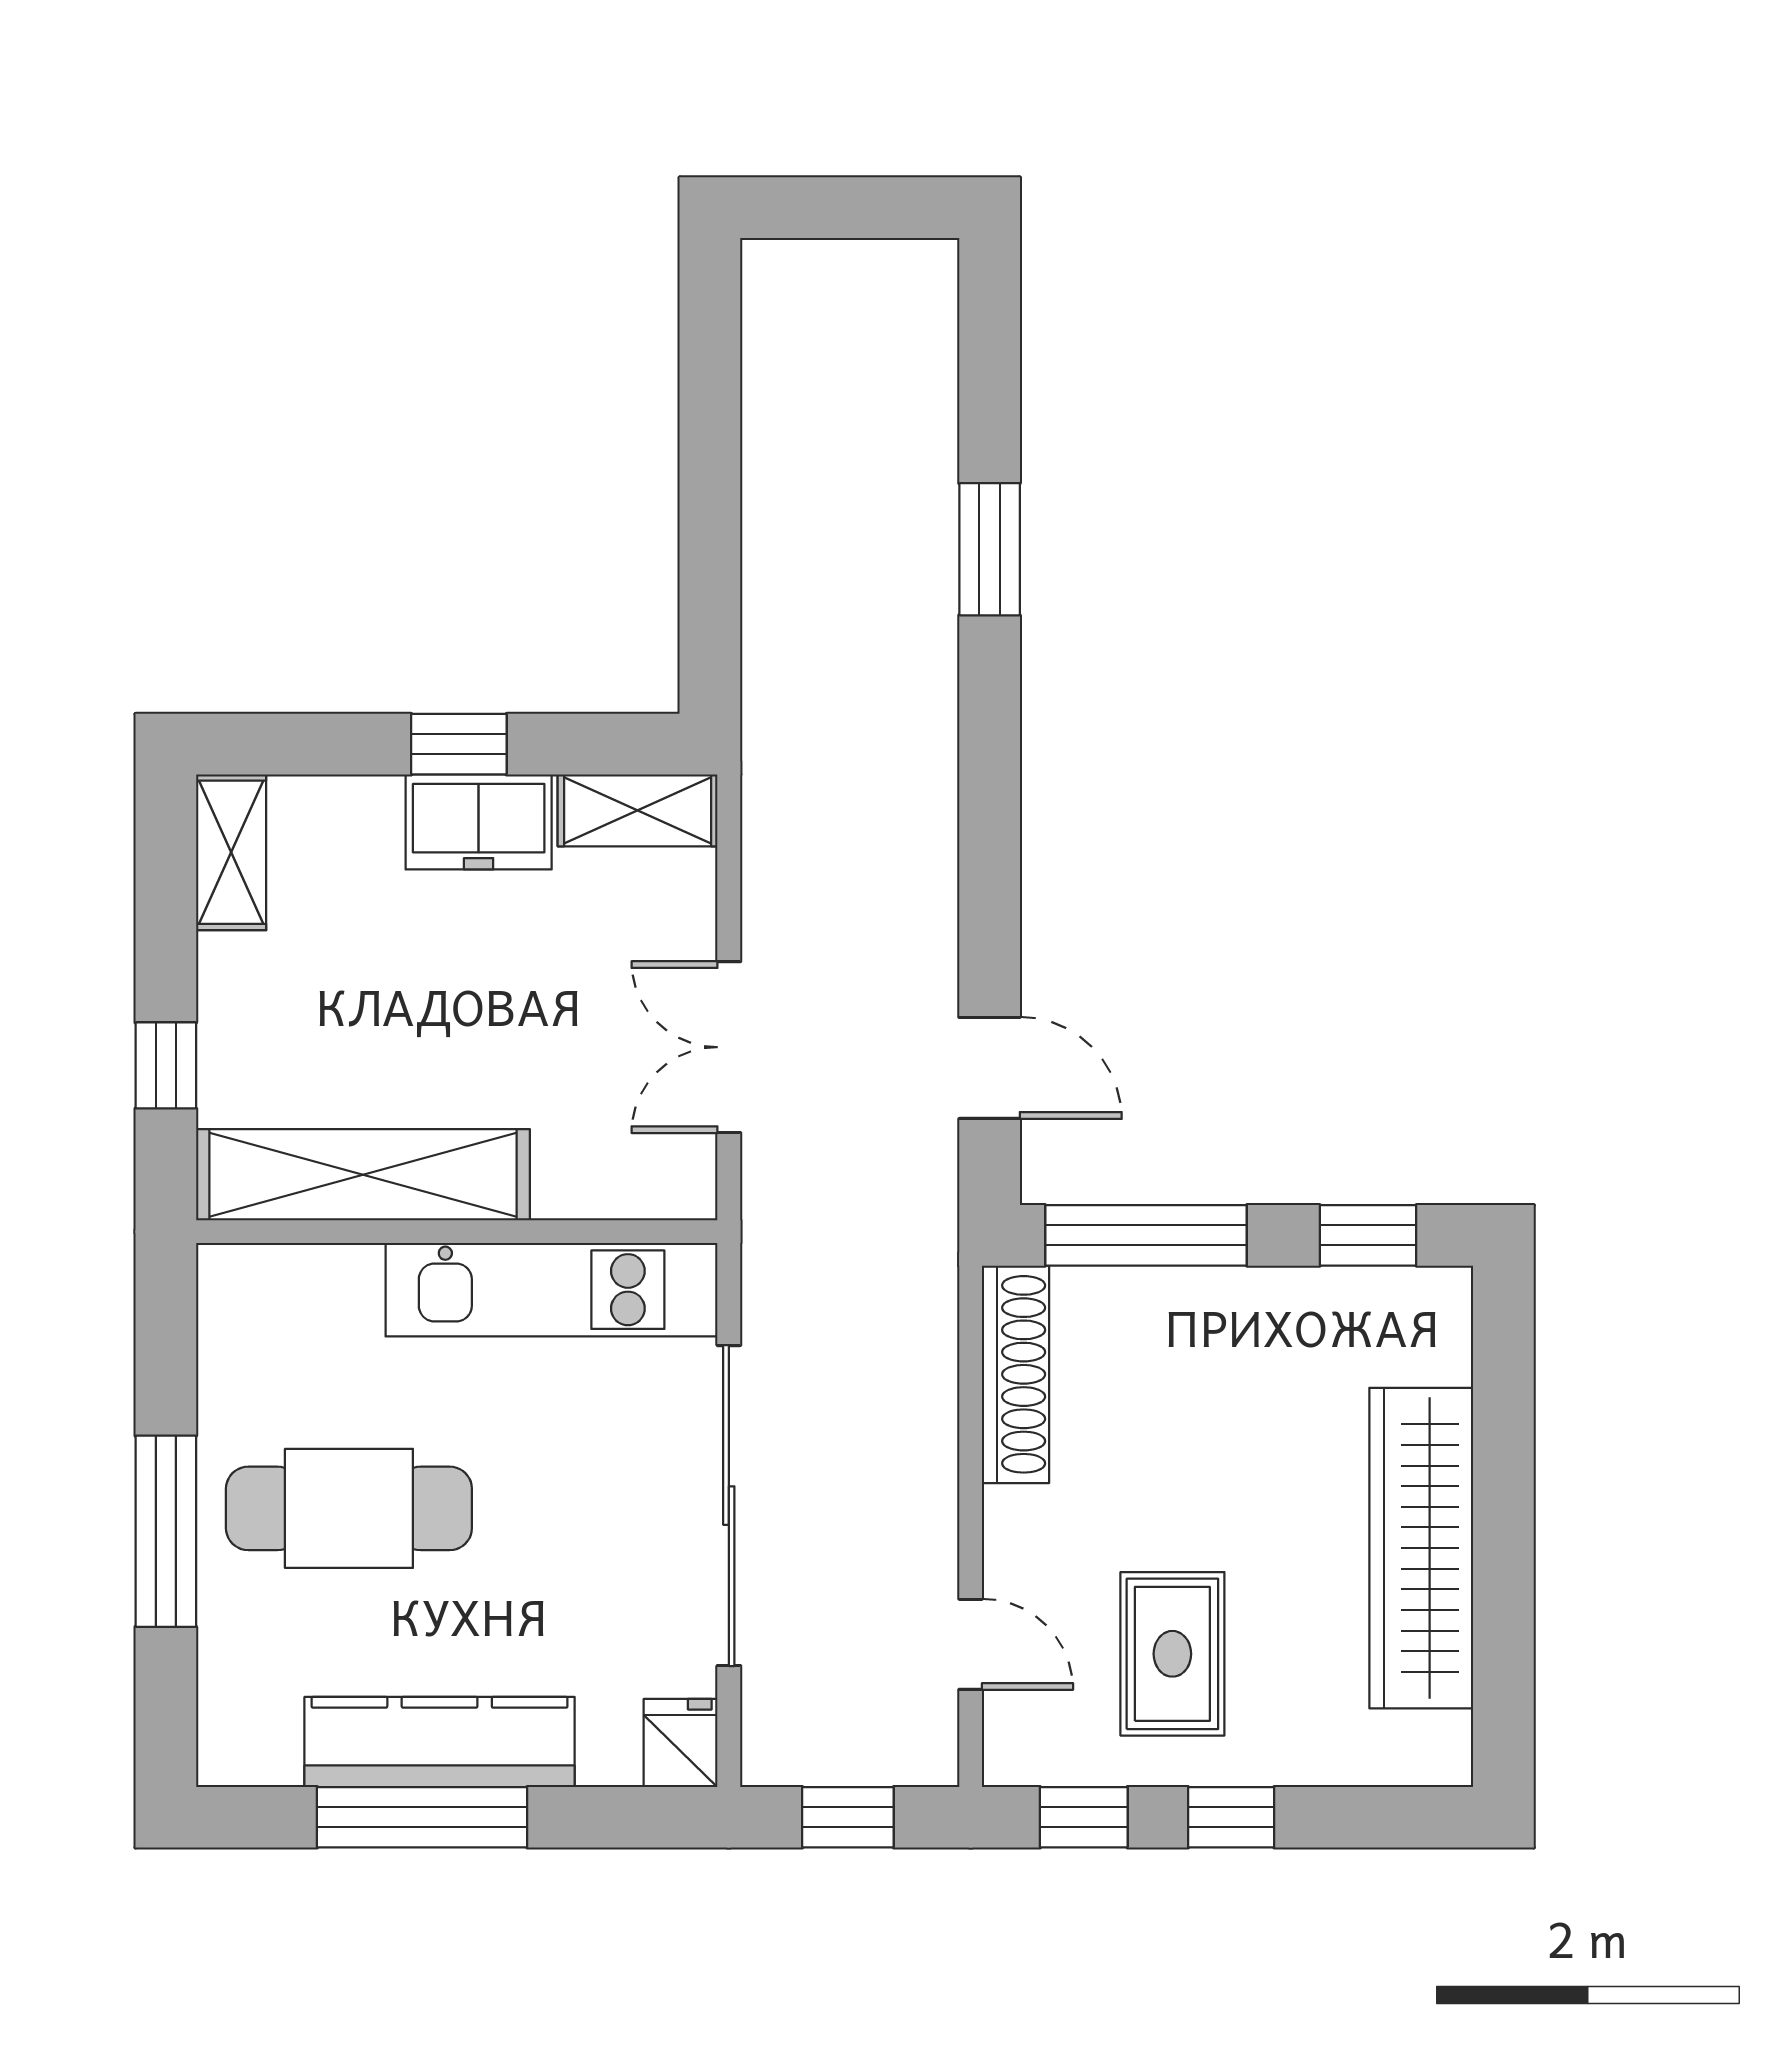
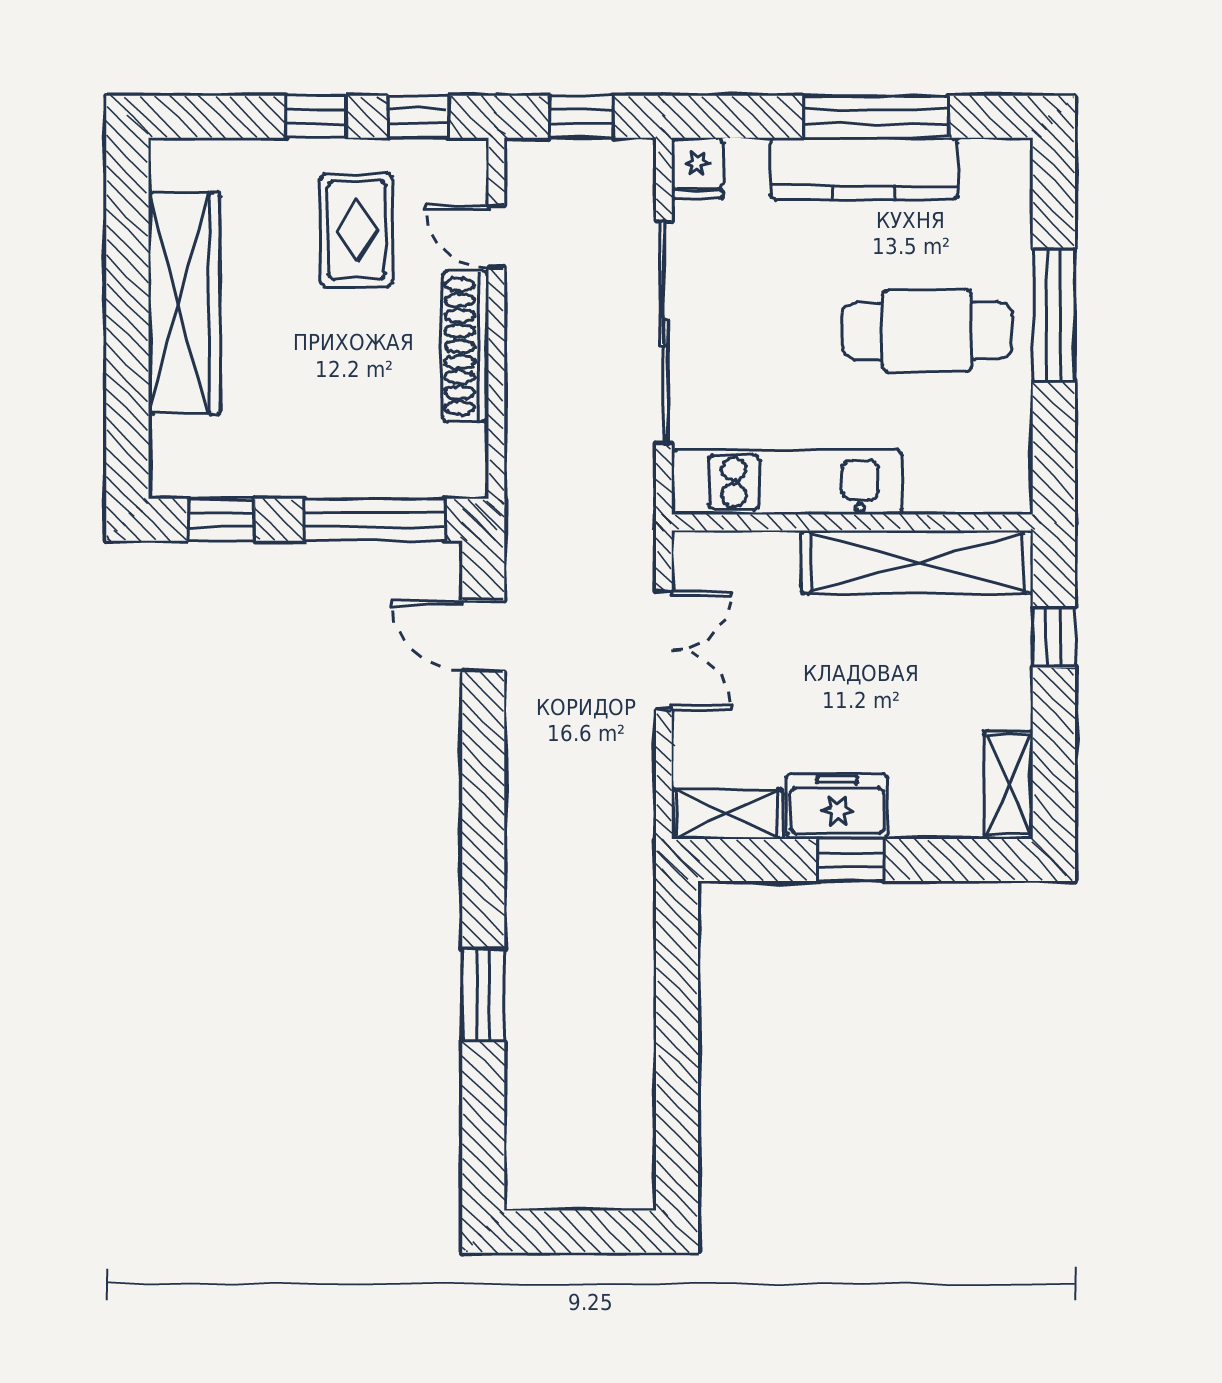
shoe rack: (1016, 1374) -> (465, 346), moved

